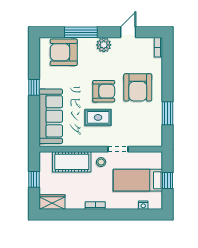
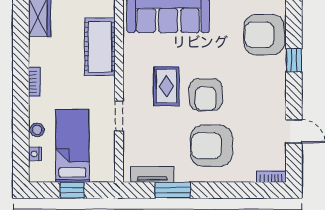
window: (81, 32) -> (294, 60), width x0.46
plant: (104, 45) -> (275, 95), removed
armchair: (64, 52) -> (264, 35), turned -90
tv unit: (157, 127) -> (152, 174), added
stool: (101, 162) -> (37, 130), moved

